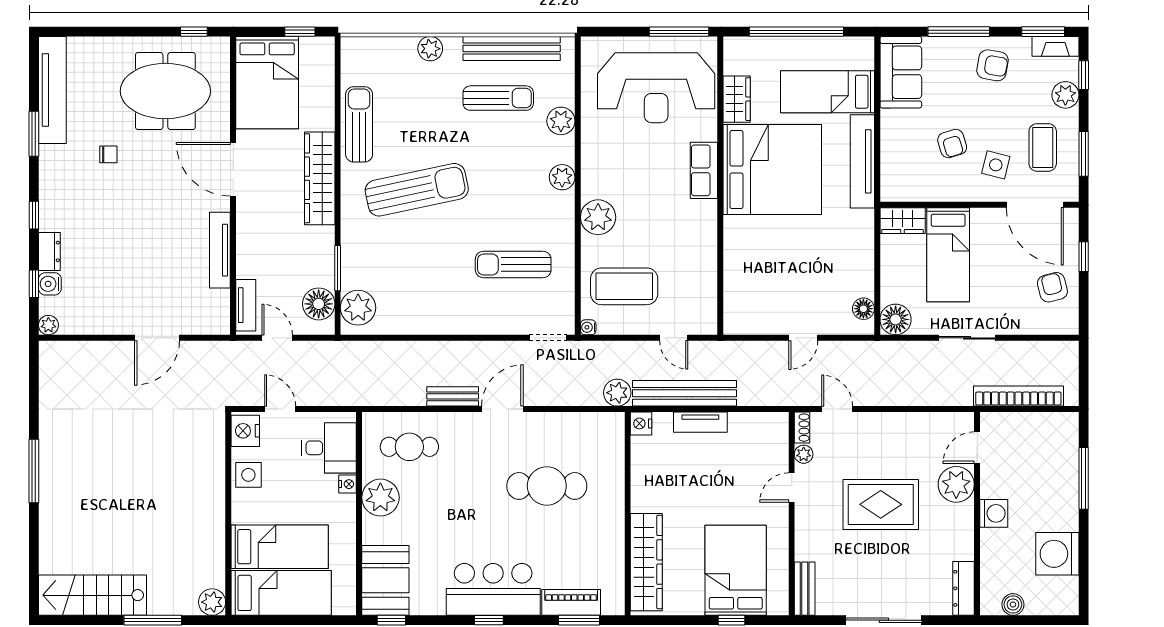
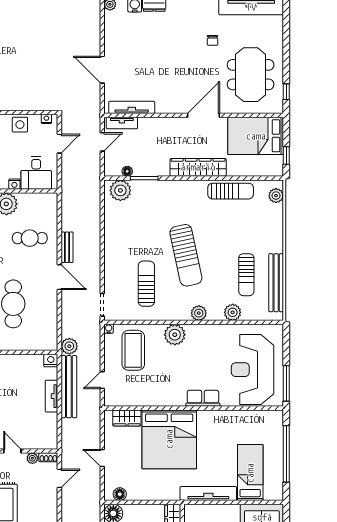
plant: (430, 49) -> (276, 196), moved
wardrobe: (737, 99) -> (127, 418), moved
bed: (772, 170) -> (169, 439), moved
sun lounger: (417, 190) -> (186, 255), moved
tv unit: (220, 250) -> (132, 107), moved
floor lamp: (319, 304) -> (127, 171), width x0.53, depth x0.53
nightstand: (245, 431) -> (46, 119), width x0.53, depth x0.56
cafe table: (409, 447) -> (30, 238), moved, turned 90

